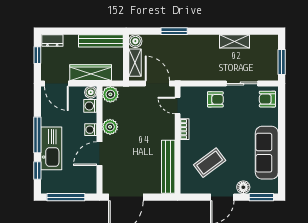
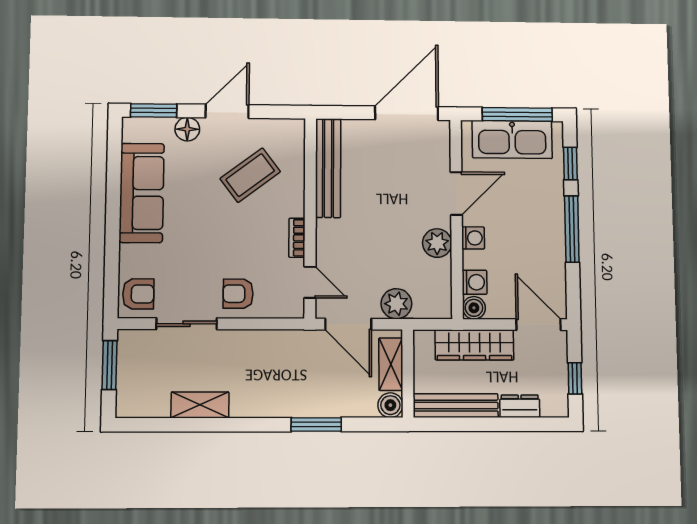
dresser: (52, 41) -> (520, 406), moved
plant: (110, 94) -> (396, 304), moved
kitchen sink: (51, 148) -> (512, 139), moved, turned -90

